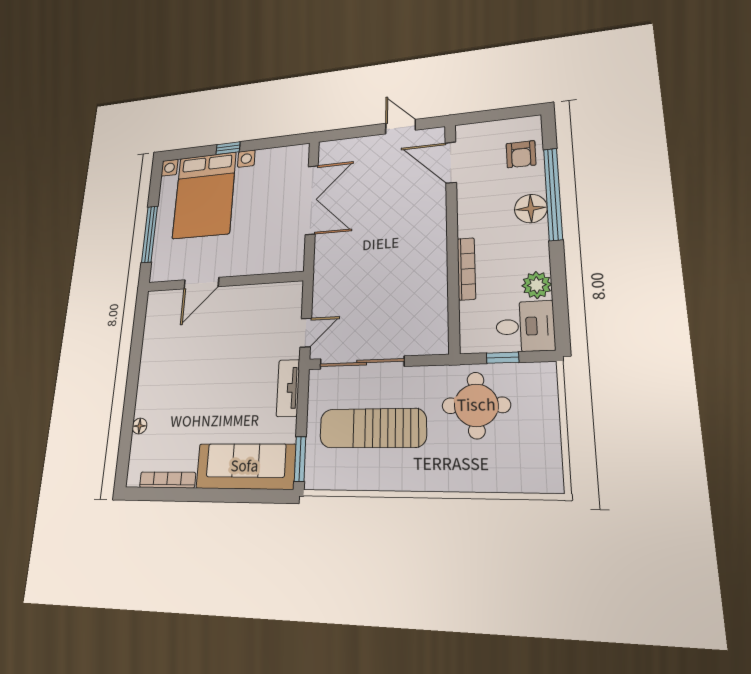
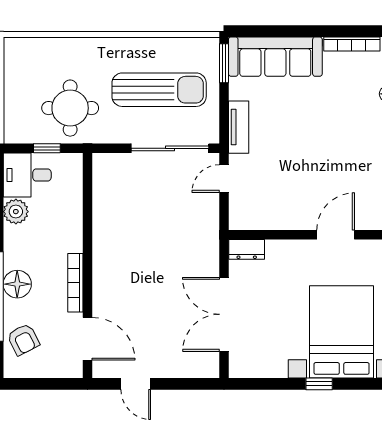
armchair: (521, 154) -> (23, 339), turned 153
dresser: (287, 263) -> (247, 249), added
bookcase: (466, 269) -> (75, 283), moved

